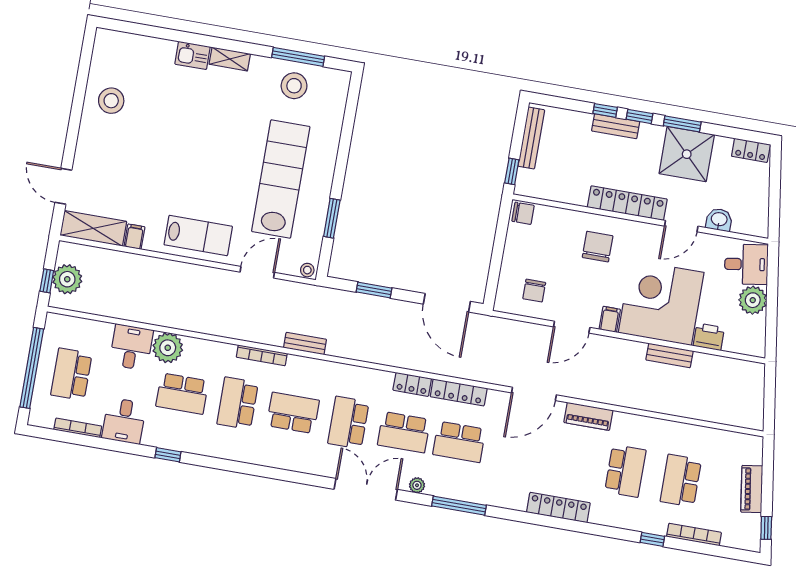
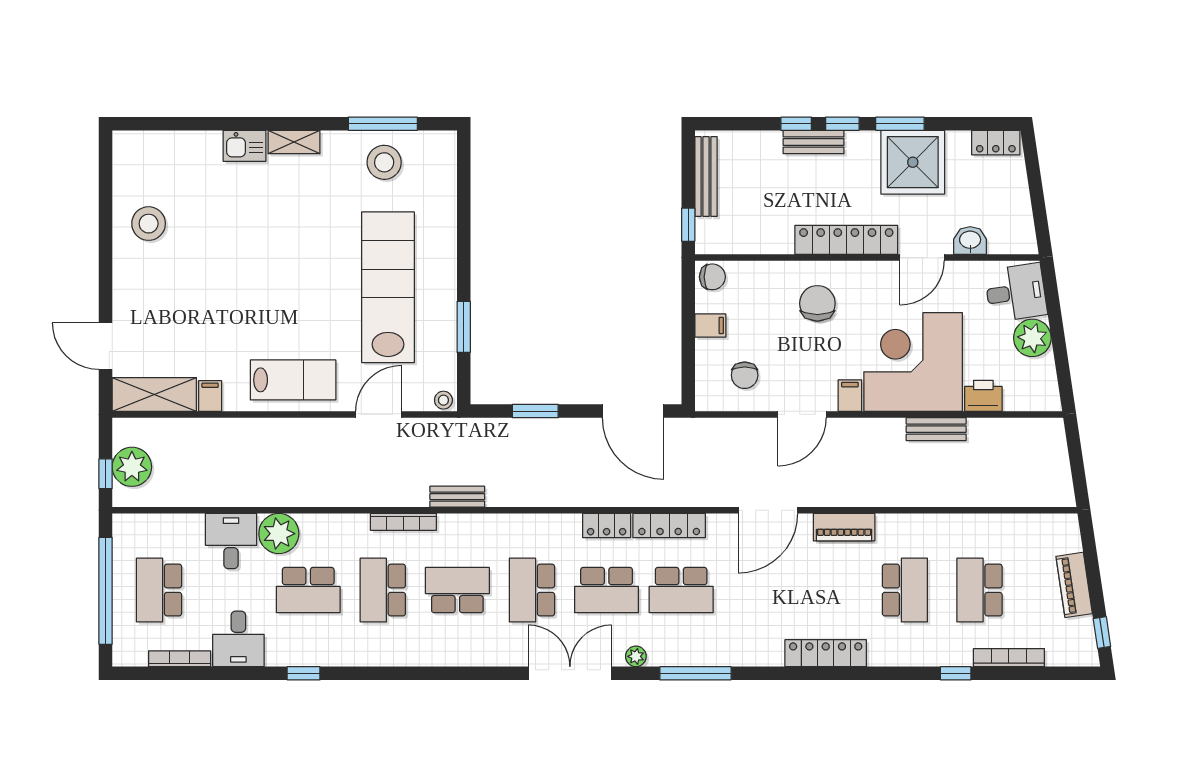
filing cabinet: (515, 249) -> (710, 326), added

